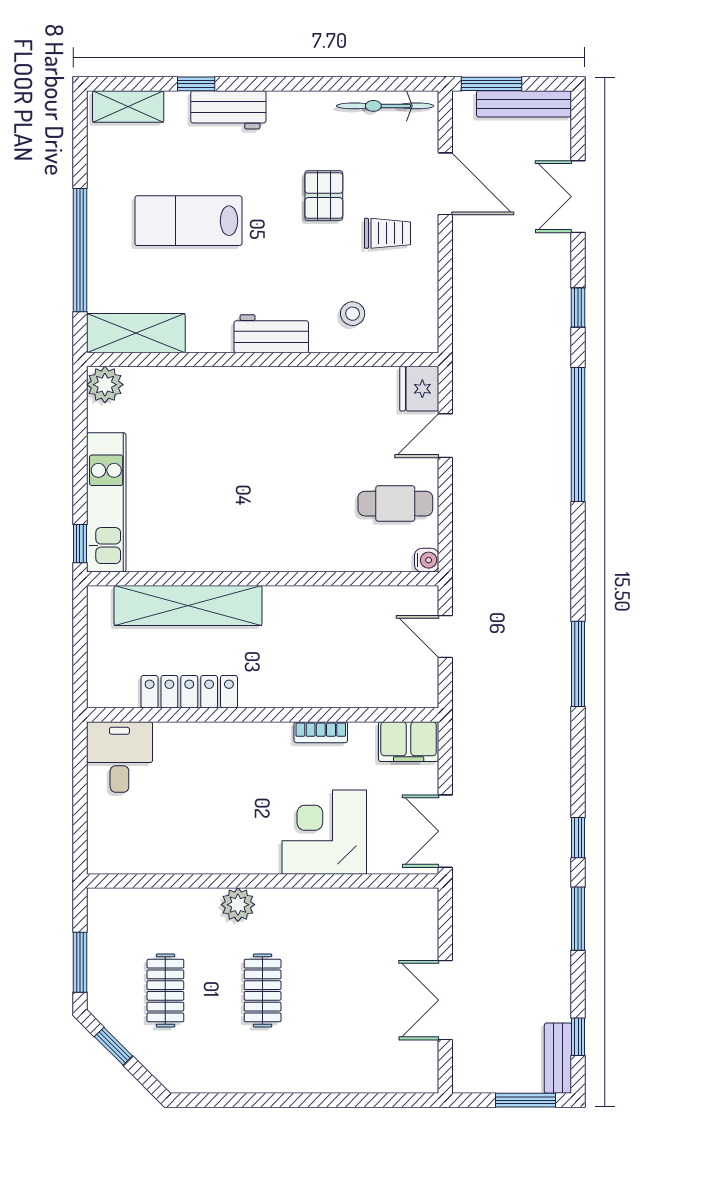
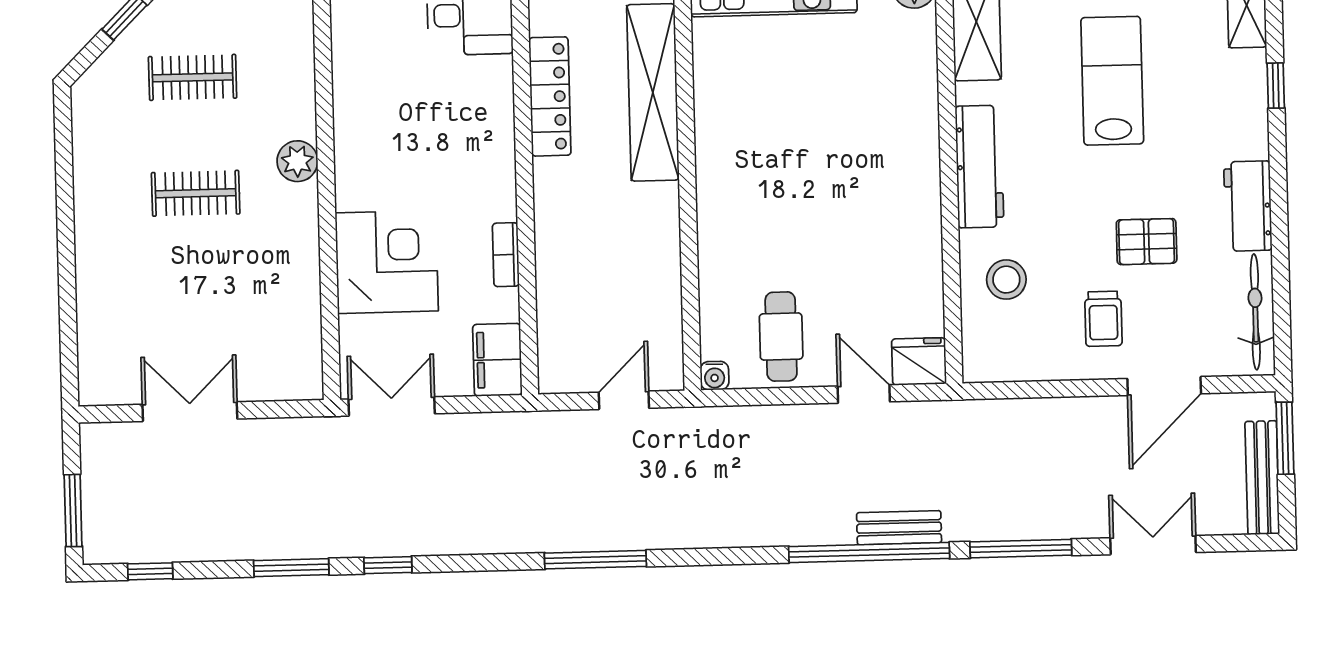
workbench: (228, 110) -> (1248, 206), moved
window: (578, 307) -> (1021, 549), width x2.17
stool: (353, 314) -> (1006, 280), width x1.37, depth x1.37
workbench: (271, 334) -> (979, 167), width x1.38
bench: (558, 1058) -> (899, 528), moved

